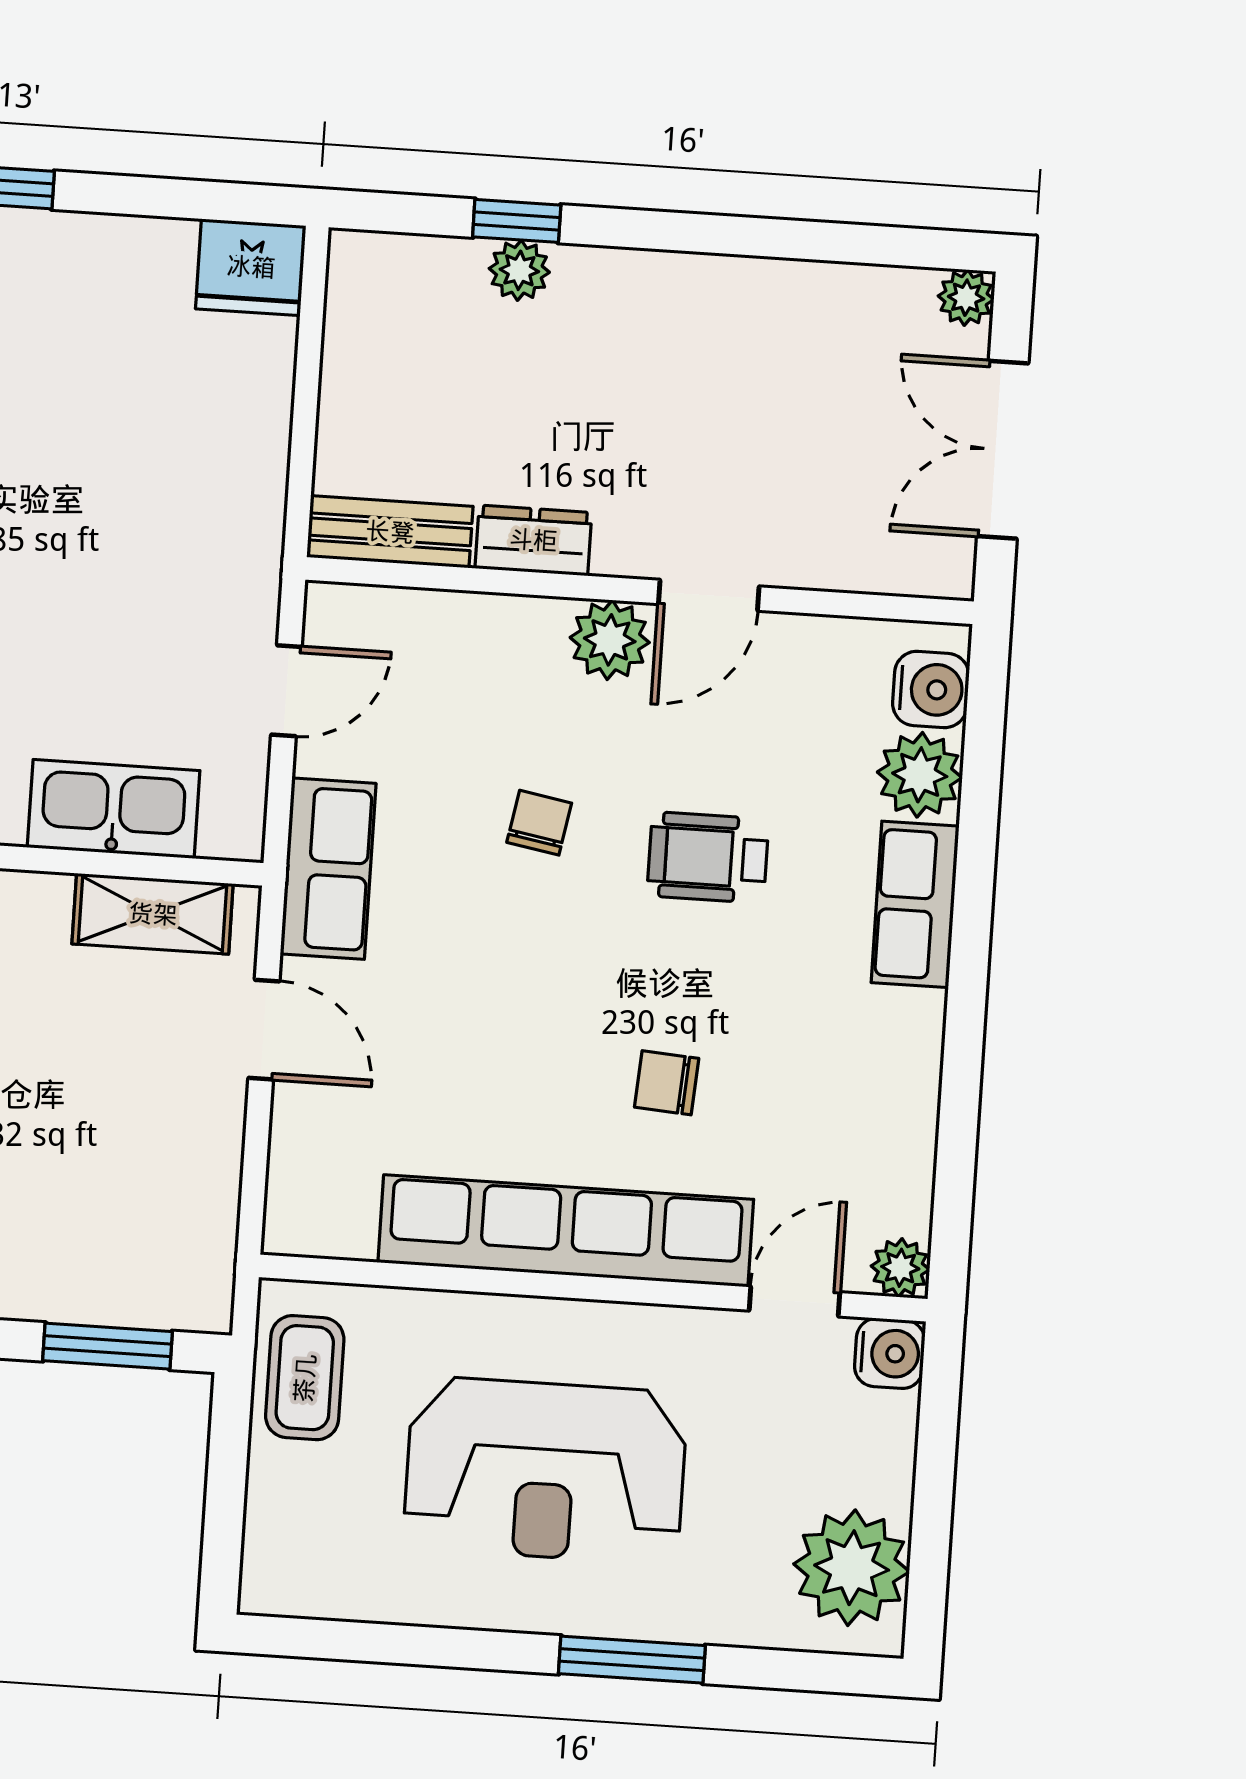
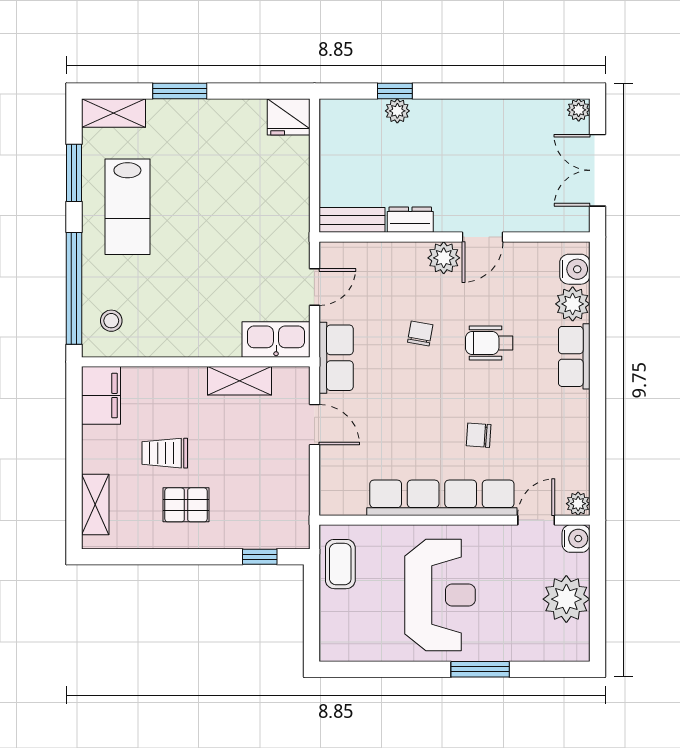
kitchen sink: (114, 809) -> (276, 339), moved
shelving: (153, 914) -> (239, 381), moved
window: (108, 1346) -> (260, 557), width x0.67
reception desk: (545, 1470) -> (440, 595), turned -90
plant: (852, 1568) -> (566, 599), moved

